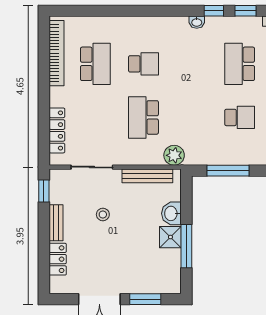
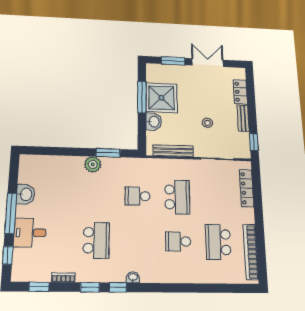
school desk: (240, 117) -> (138, 196), moved
plant: (174, 155) -> (93, 164), moved
window: (228, 171) -> (108, 153), width x0.69
shower: (170, 237) -> (161, 98), width x1.86, depth x1.86

